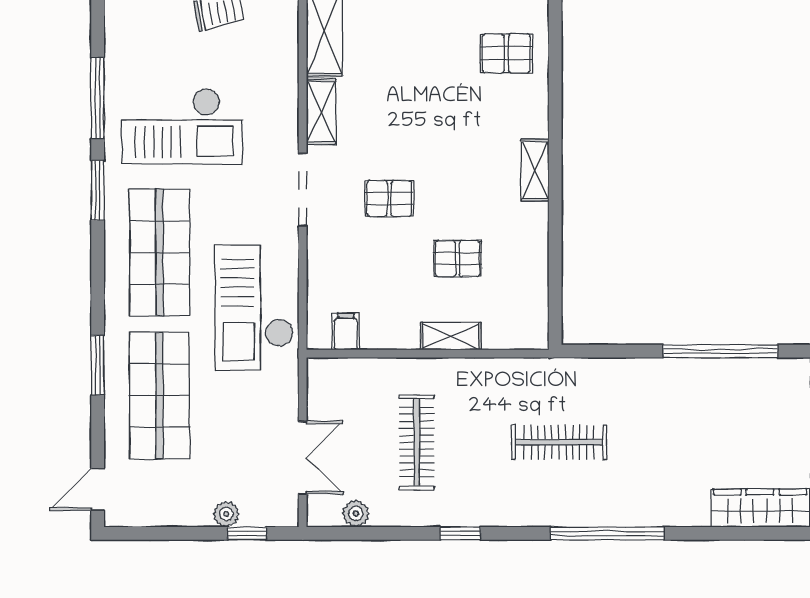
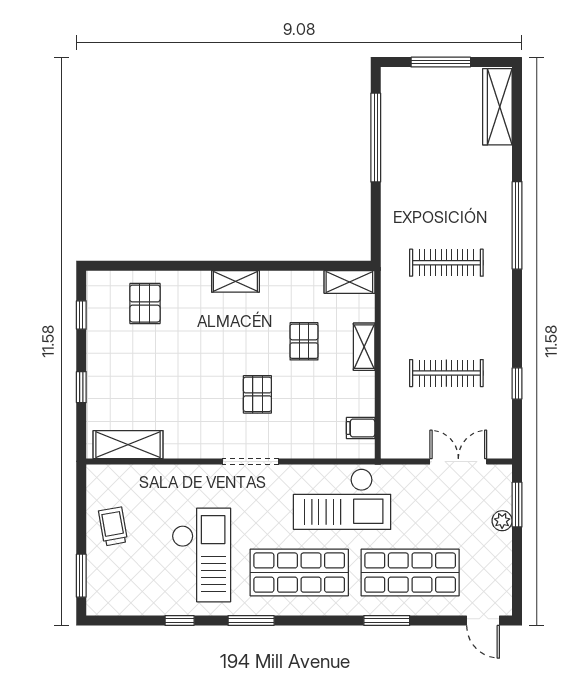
window: (98, 98) -> (180, 620), width x0.46
shelving: (321, 112) -> (349, 282), moved
clothes rail: (559, 442) -> (446, 263), turned 90
plant: (356, 514) -> (502, 420), removed
window: (247, 533) -> (517, 505), width x1.50
window: (460, 533) -> (517, 383), moved

